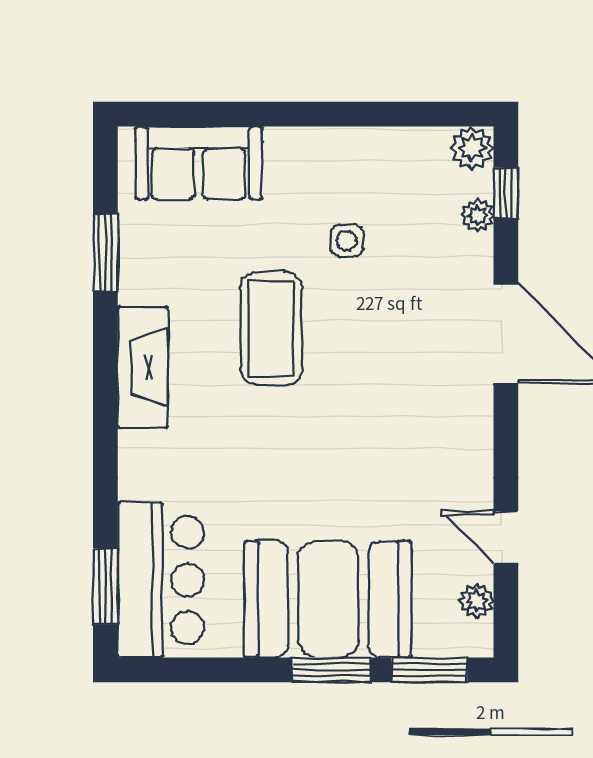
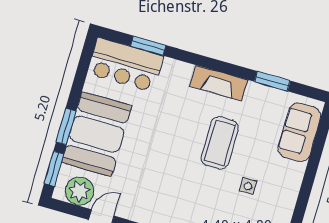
coffee table: (271, 328) -> (220, 143), turned 90
window: (105, 586) -> (148, 46), moved
plant: (477, 601) -> (80, 191), width x1.88, depth x1.88

